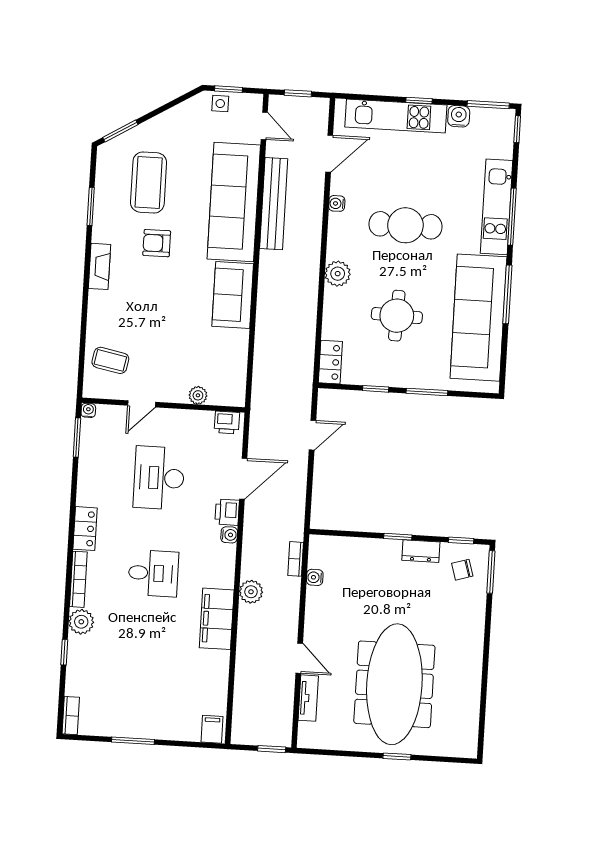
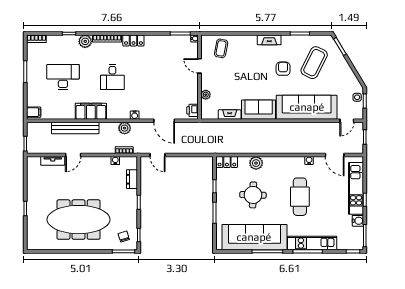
coffee table: (149, 182) -> (314, 63), turned -63
bench: (274, 204) -> (75, 128), moved
plant: (338, 274) -> (256, 163), moved
fireplace: (239, 351) -> (230, 115), added
door: (312, 435) -> (158, 155), moved
desk: (159, 478) -> (63, 77), moved
printer: (227, 512) -> (146, 113), removed
dresser: (421, 551) -> (132, 179), moved
plant: (251, 592) -> (125, 128), moved
meeting table: (394, 684) -> (79, 220), moved

